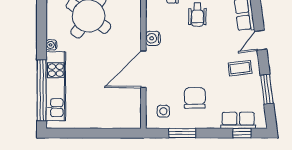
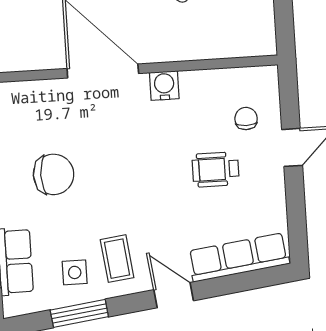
side table: (163, 111) -> (75, 272), moved

